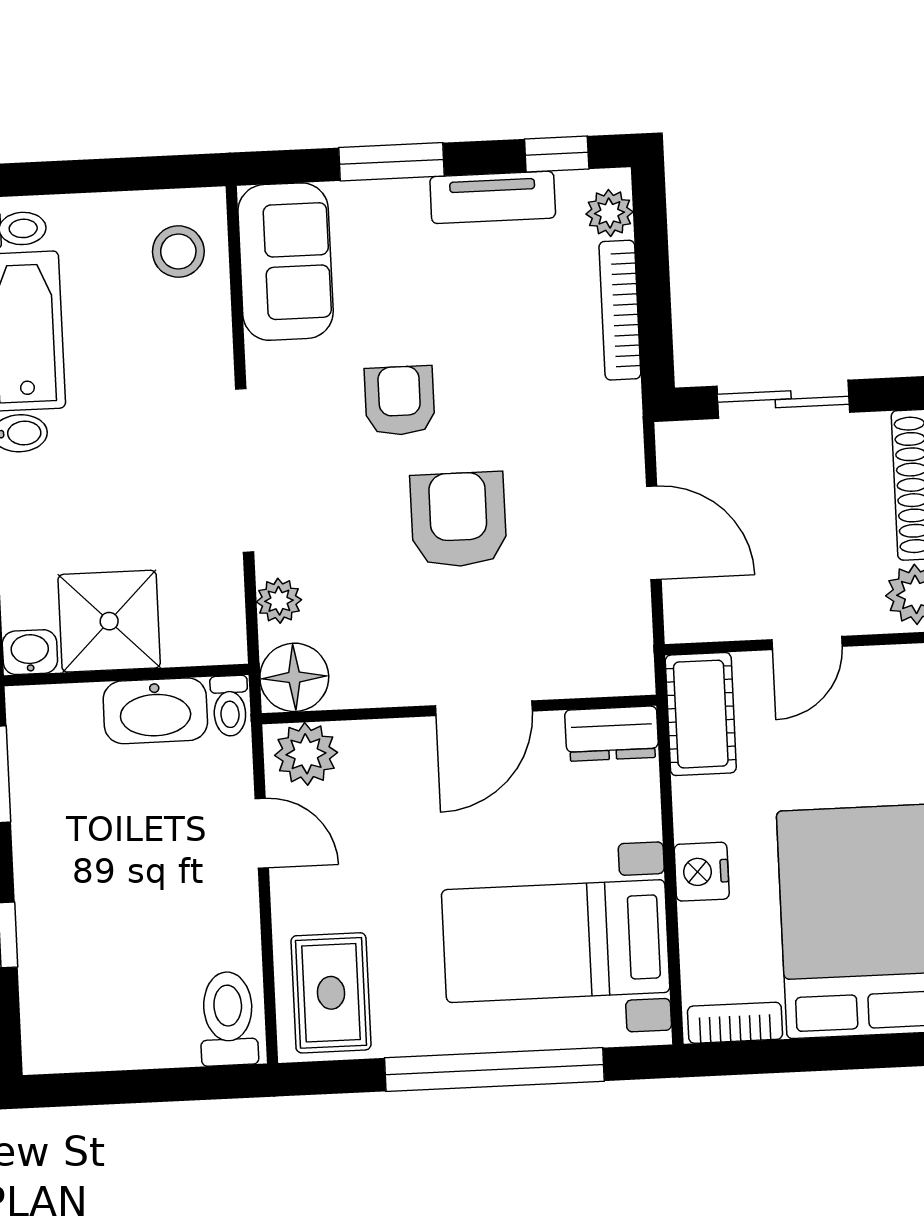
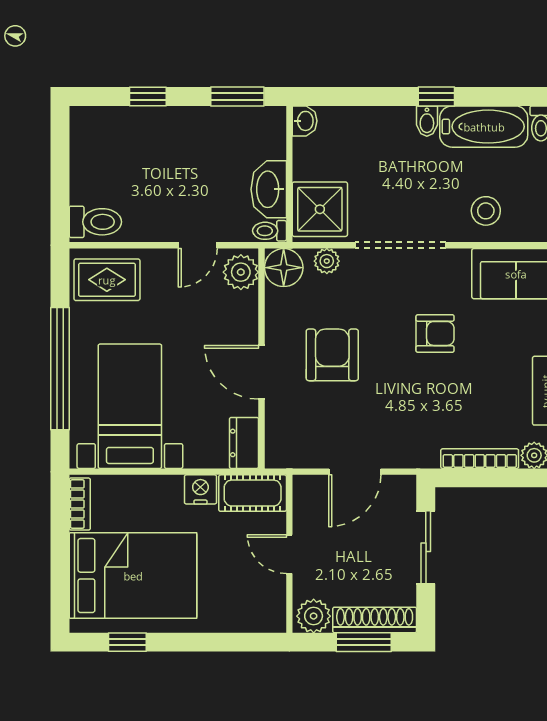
stool: (178, 252) -> (486, 211), moved
armchair: (458, 520) -> (332, 355), moved, turned -90
shower: (109, 621) -> (320, 209), moved
nightstand: (702, 872) -> (200, 489), moved

